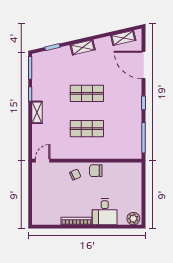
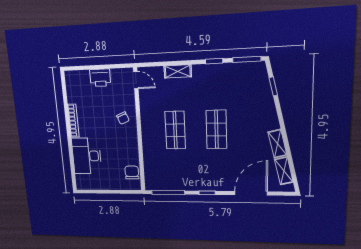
shelving: (83, 47) -> (277, 144), moved
shelving: (37, 112) -> (178, 71), moved
chair: (96, 171) -> (132, 172), moved
printer: (39, 192) -> (100, 78), added
desk: (105, 212) -> (87, 156), width x1.37
plant: (133, 219) -> (82, 181), removed

